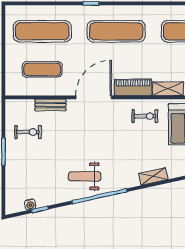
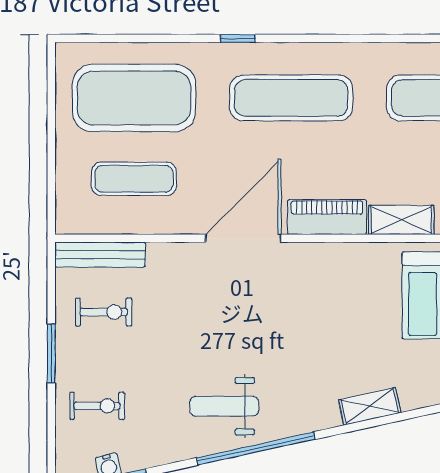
exercise mat: (42, 31) -> (134, 98), width x1.47
bench: (50, 105) -> (100, 255), moved, width x1.36
exercise bike: (145, 116) -> (97, 406), moved

